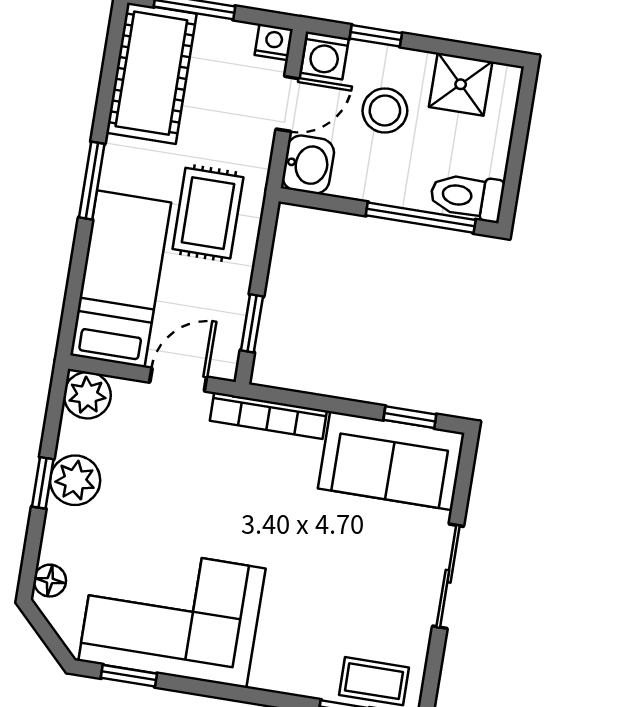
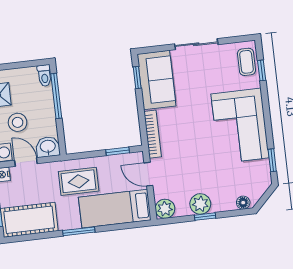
toilet: (467, 196) -> (44, 76), width x0.73, depth x0.72
corner sofa: (172, 615) -> (240, 126), moved

